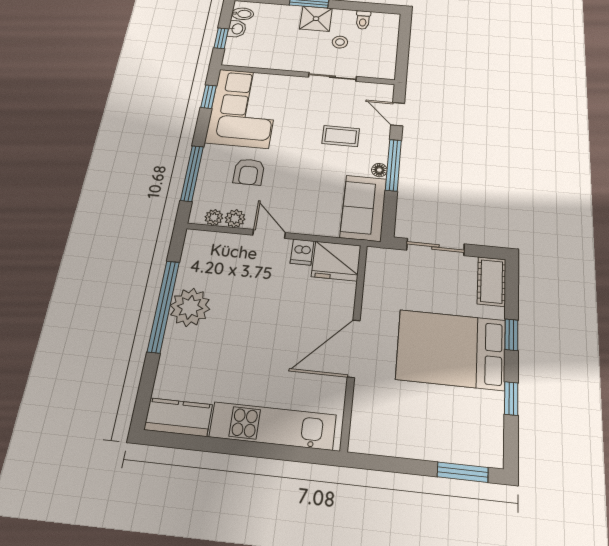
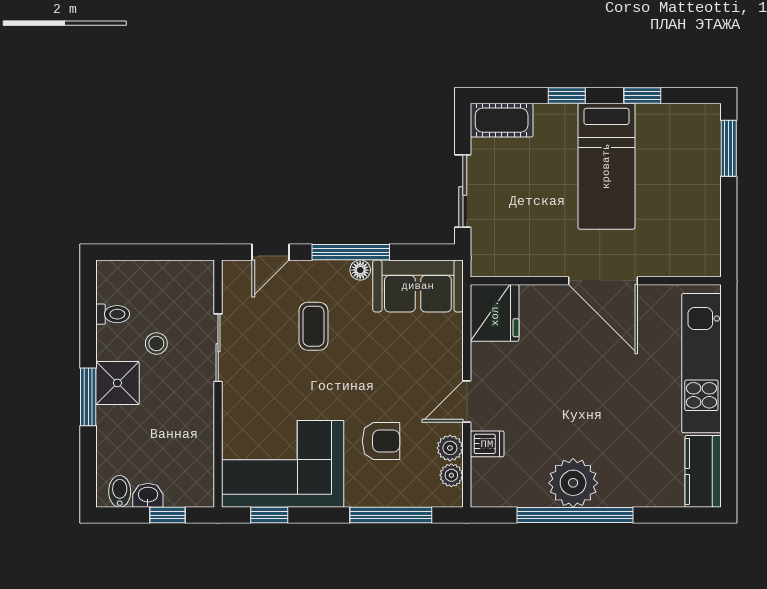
dishwasher: (302, 252) -> (487, 444), moved
bed: (451, 350) -> (606, 166), width x0.67

